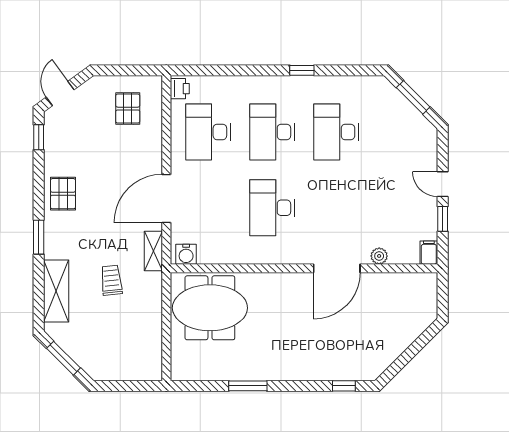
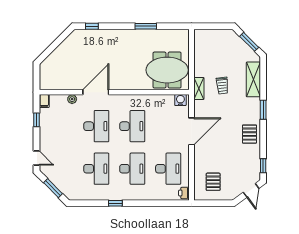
door: (443, 184) -> (36, 158), moved
desk: (336, 208) -> (96, 126), added
shelving: (153, 251) -> (199, 88), moved

